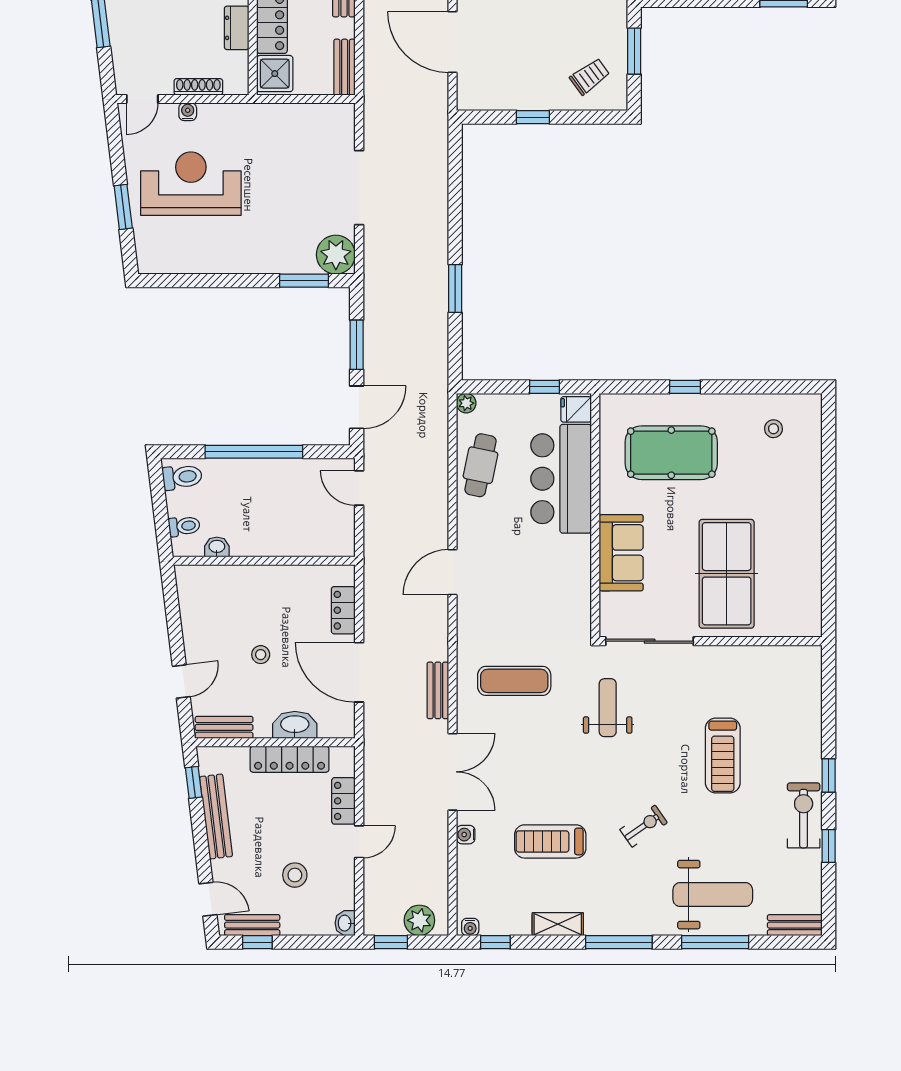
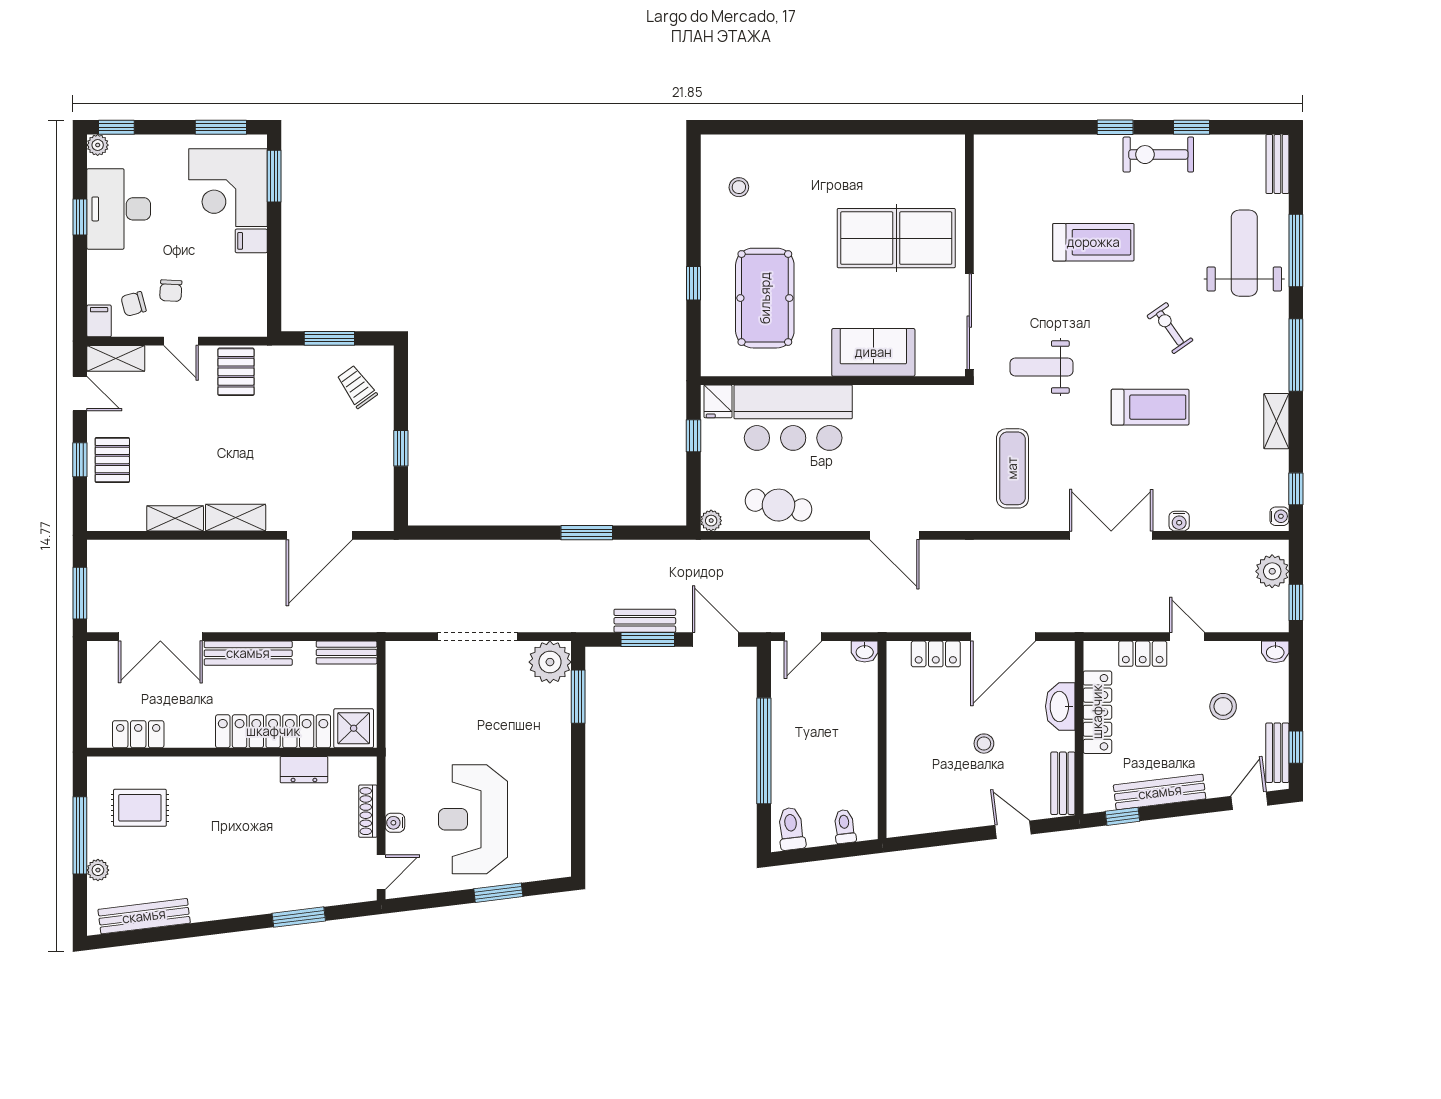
door: (142, 99) -> (381, 872), hinge flipped
washbasin: (217, 547) -> (865, 652), moved, turned -90
bench: (438, 690) -> (645, 621), moved
treadmill: (550, 841) -> (1150, 407), moved, turned -90

